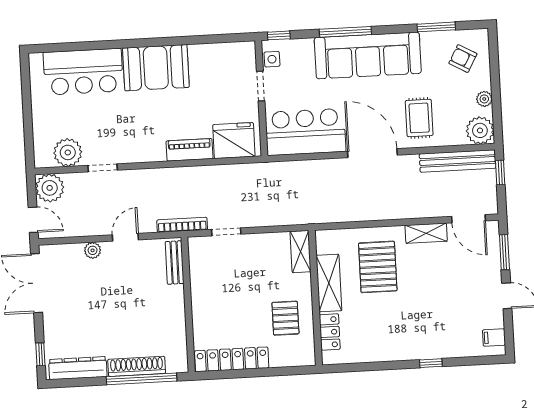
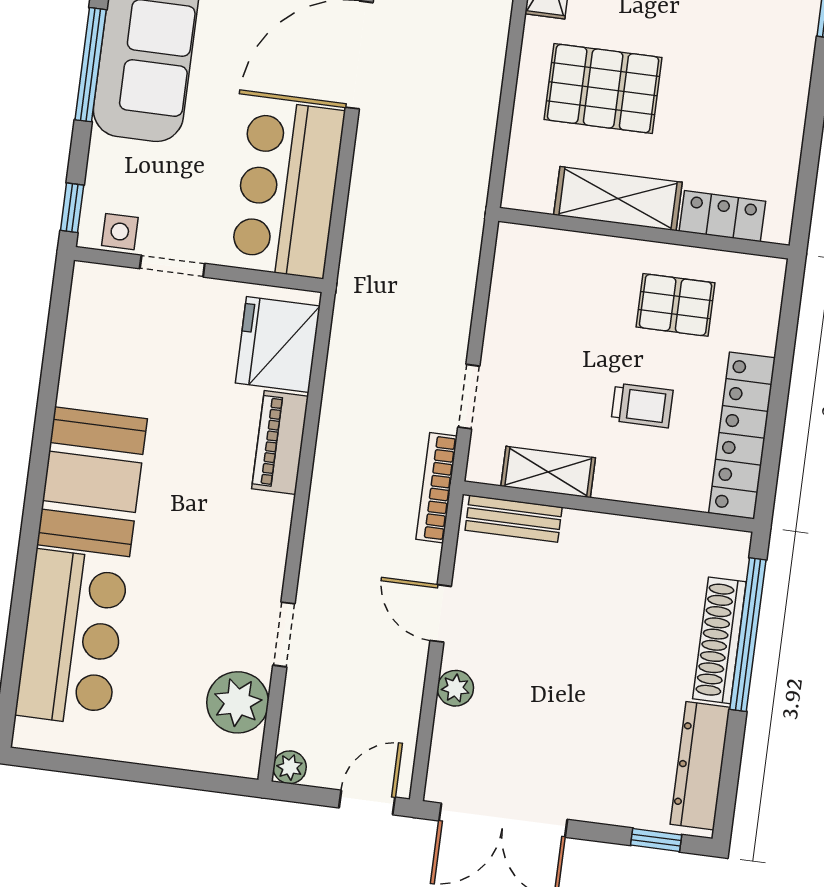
plant: (50, 188) -> (290, 767), width x0.53, depth x0.53
shelving: (301, 252) -> (548, 472), moved
trolley: (237, 311) -> (642, 405), added

